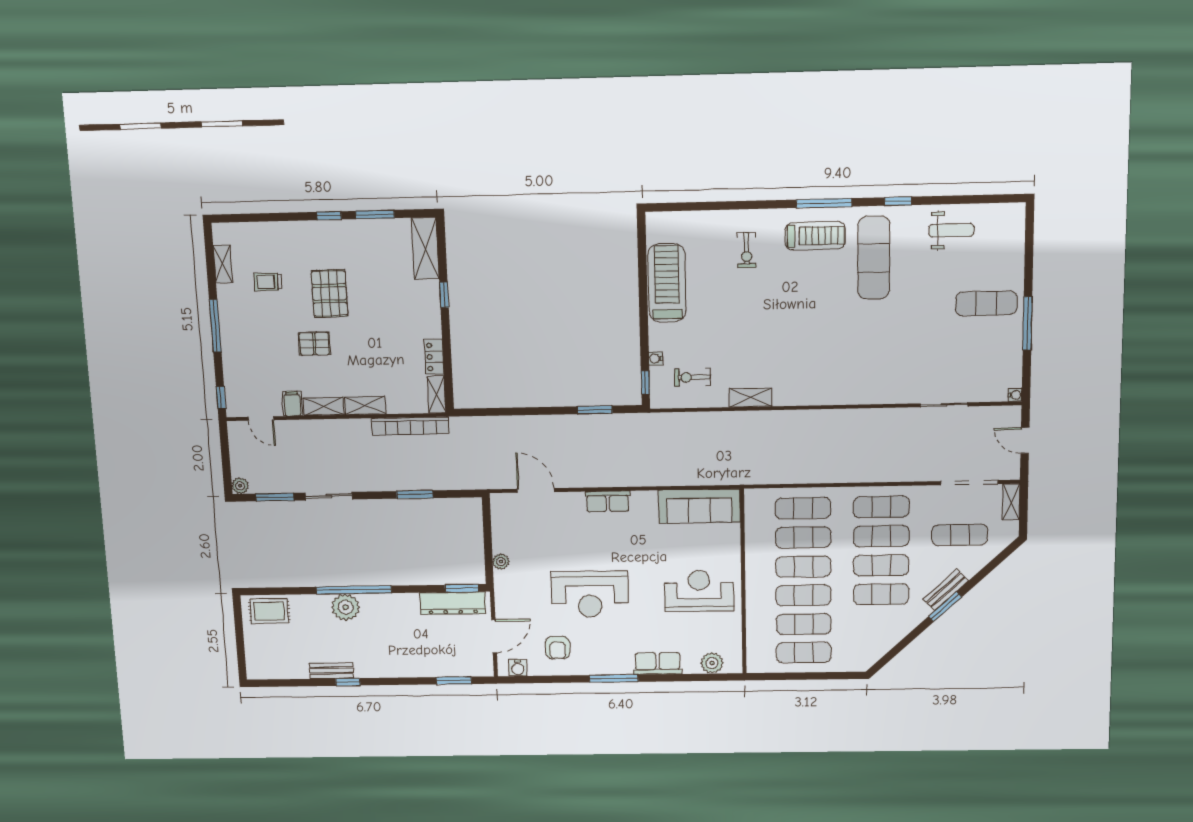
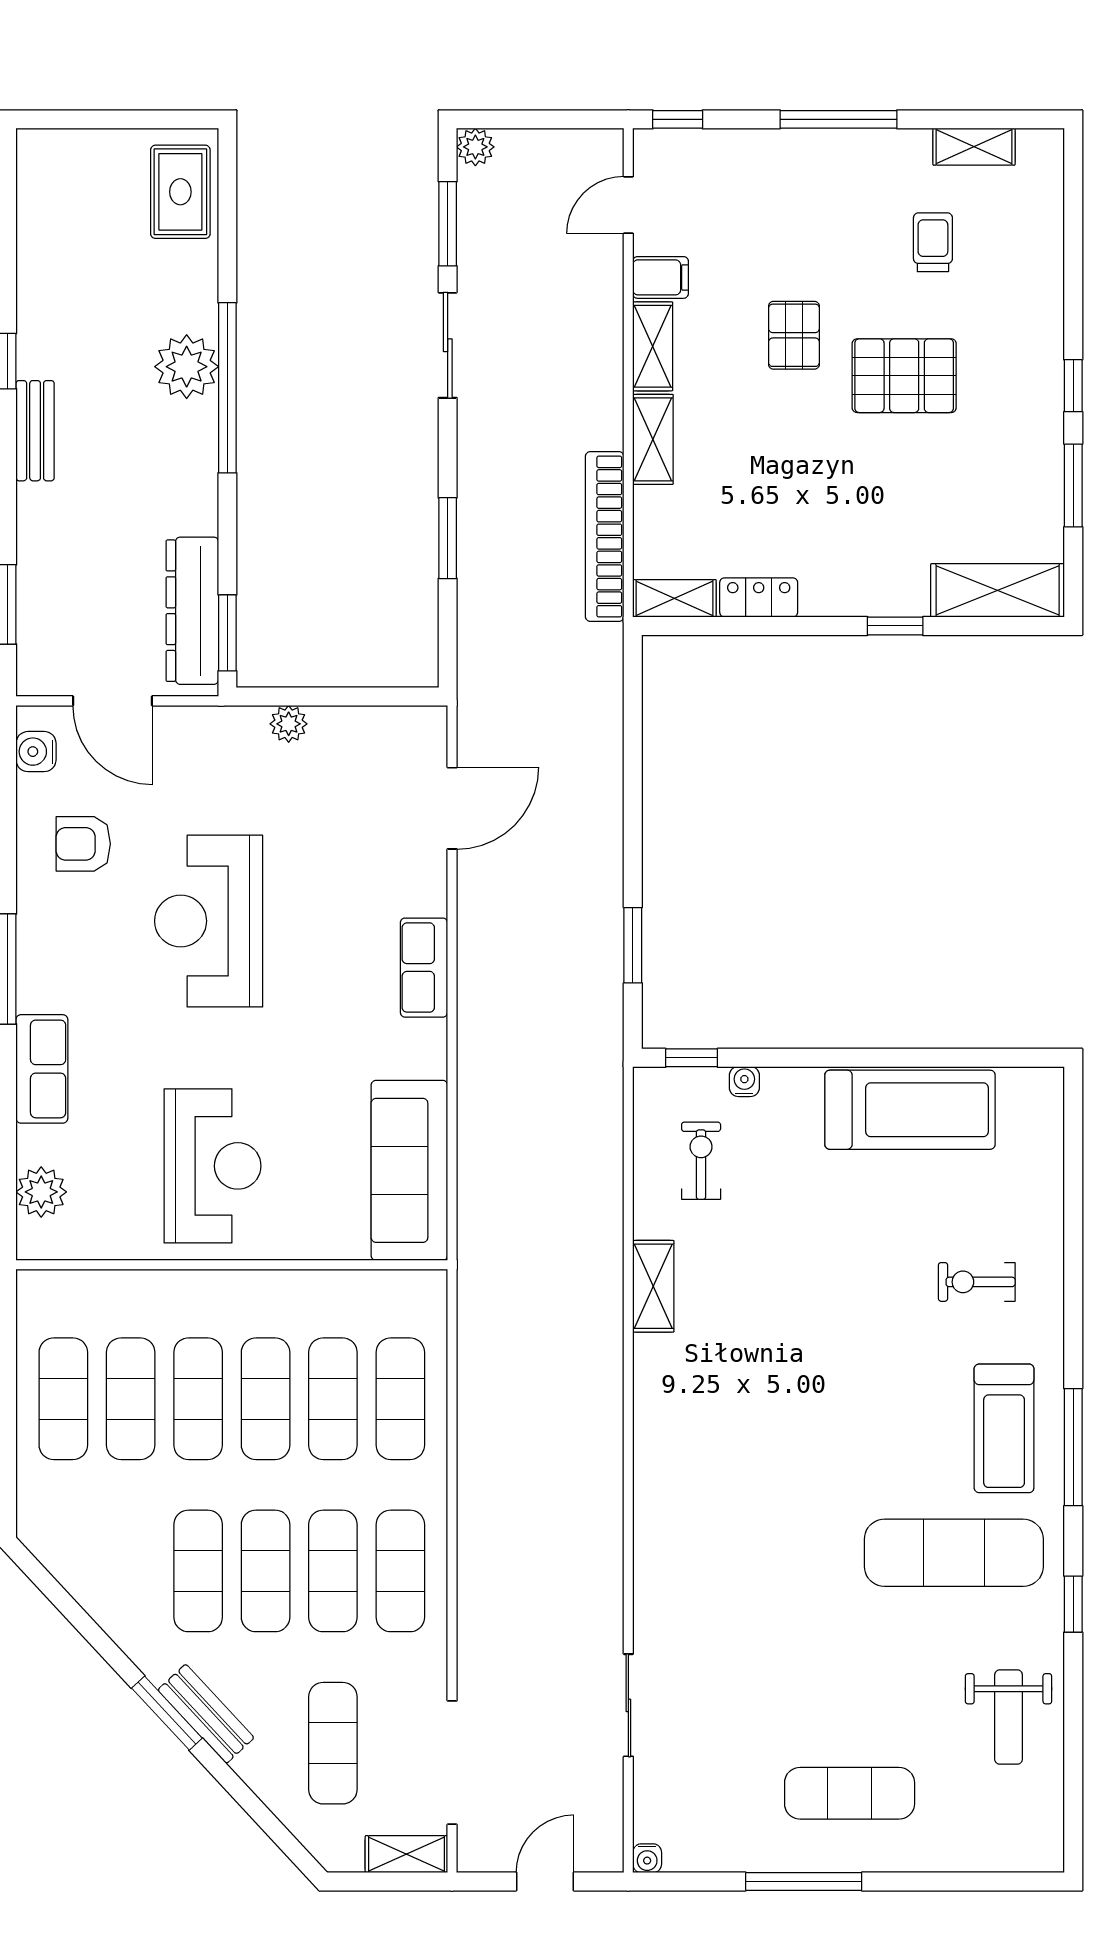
exercise mat: (986, 303) -> (850, 1793), turned 90
bench: (332, 671) -> (35, 431), moved

